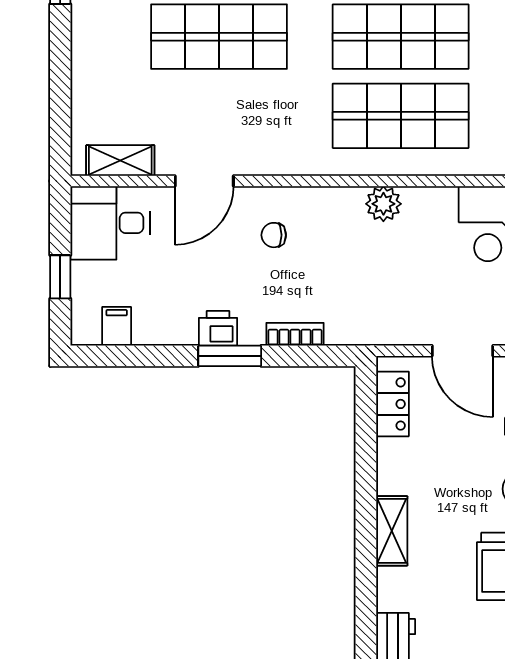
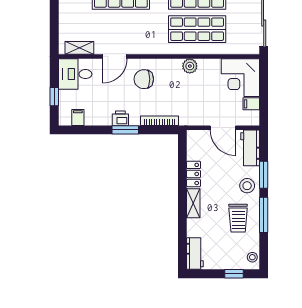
chair: (274, 235) -> (144, 79), width x1.87, depth x1.87
bookcase: (295, 334) -> (159, 121), width x1.56
locker: (392, 404) -> (194, 174), moved

